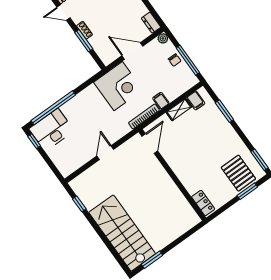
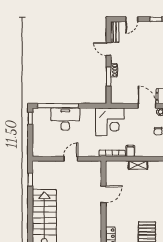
door: (132, 51) -> (147, 106), moved
filing cabinet: (196, 101) -> (153, 167), removed
desk: (51, 130) -> (65, 119), moved
door: (150, 144) -> (104, 194), moved

